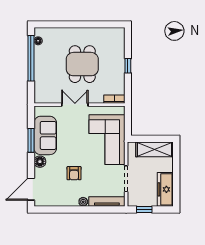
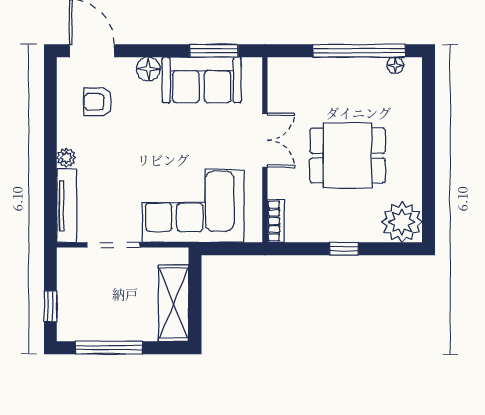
plant: (115, 37) -> (402, 222), added
window: (31, 140) -> (214, 51), moved
armchair: (74, 173) -> (98, 102), moved
window: (176, 181) -> (109, 348), added
freezer: (165, 189) -> (92, 325), removed
window: (144, 210) -> (50, 306), moved

